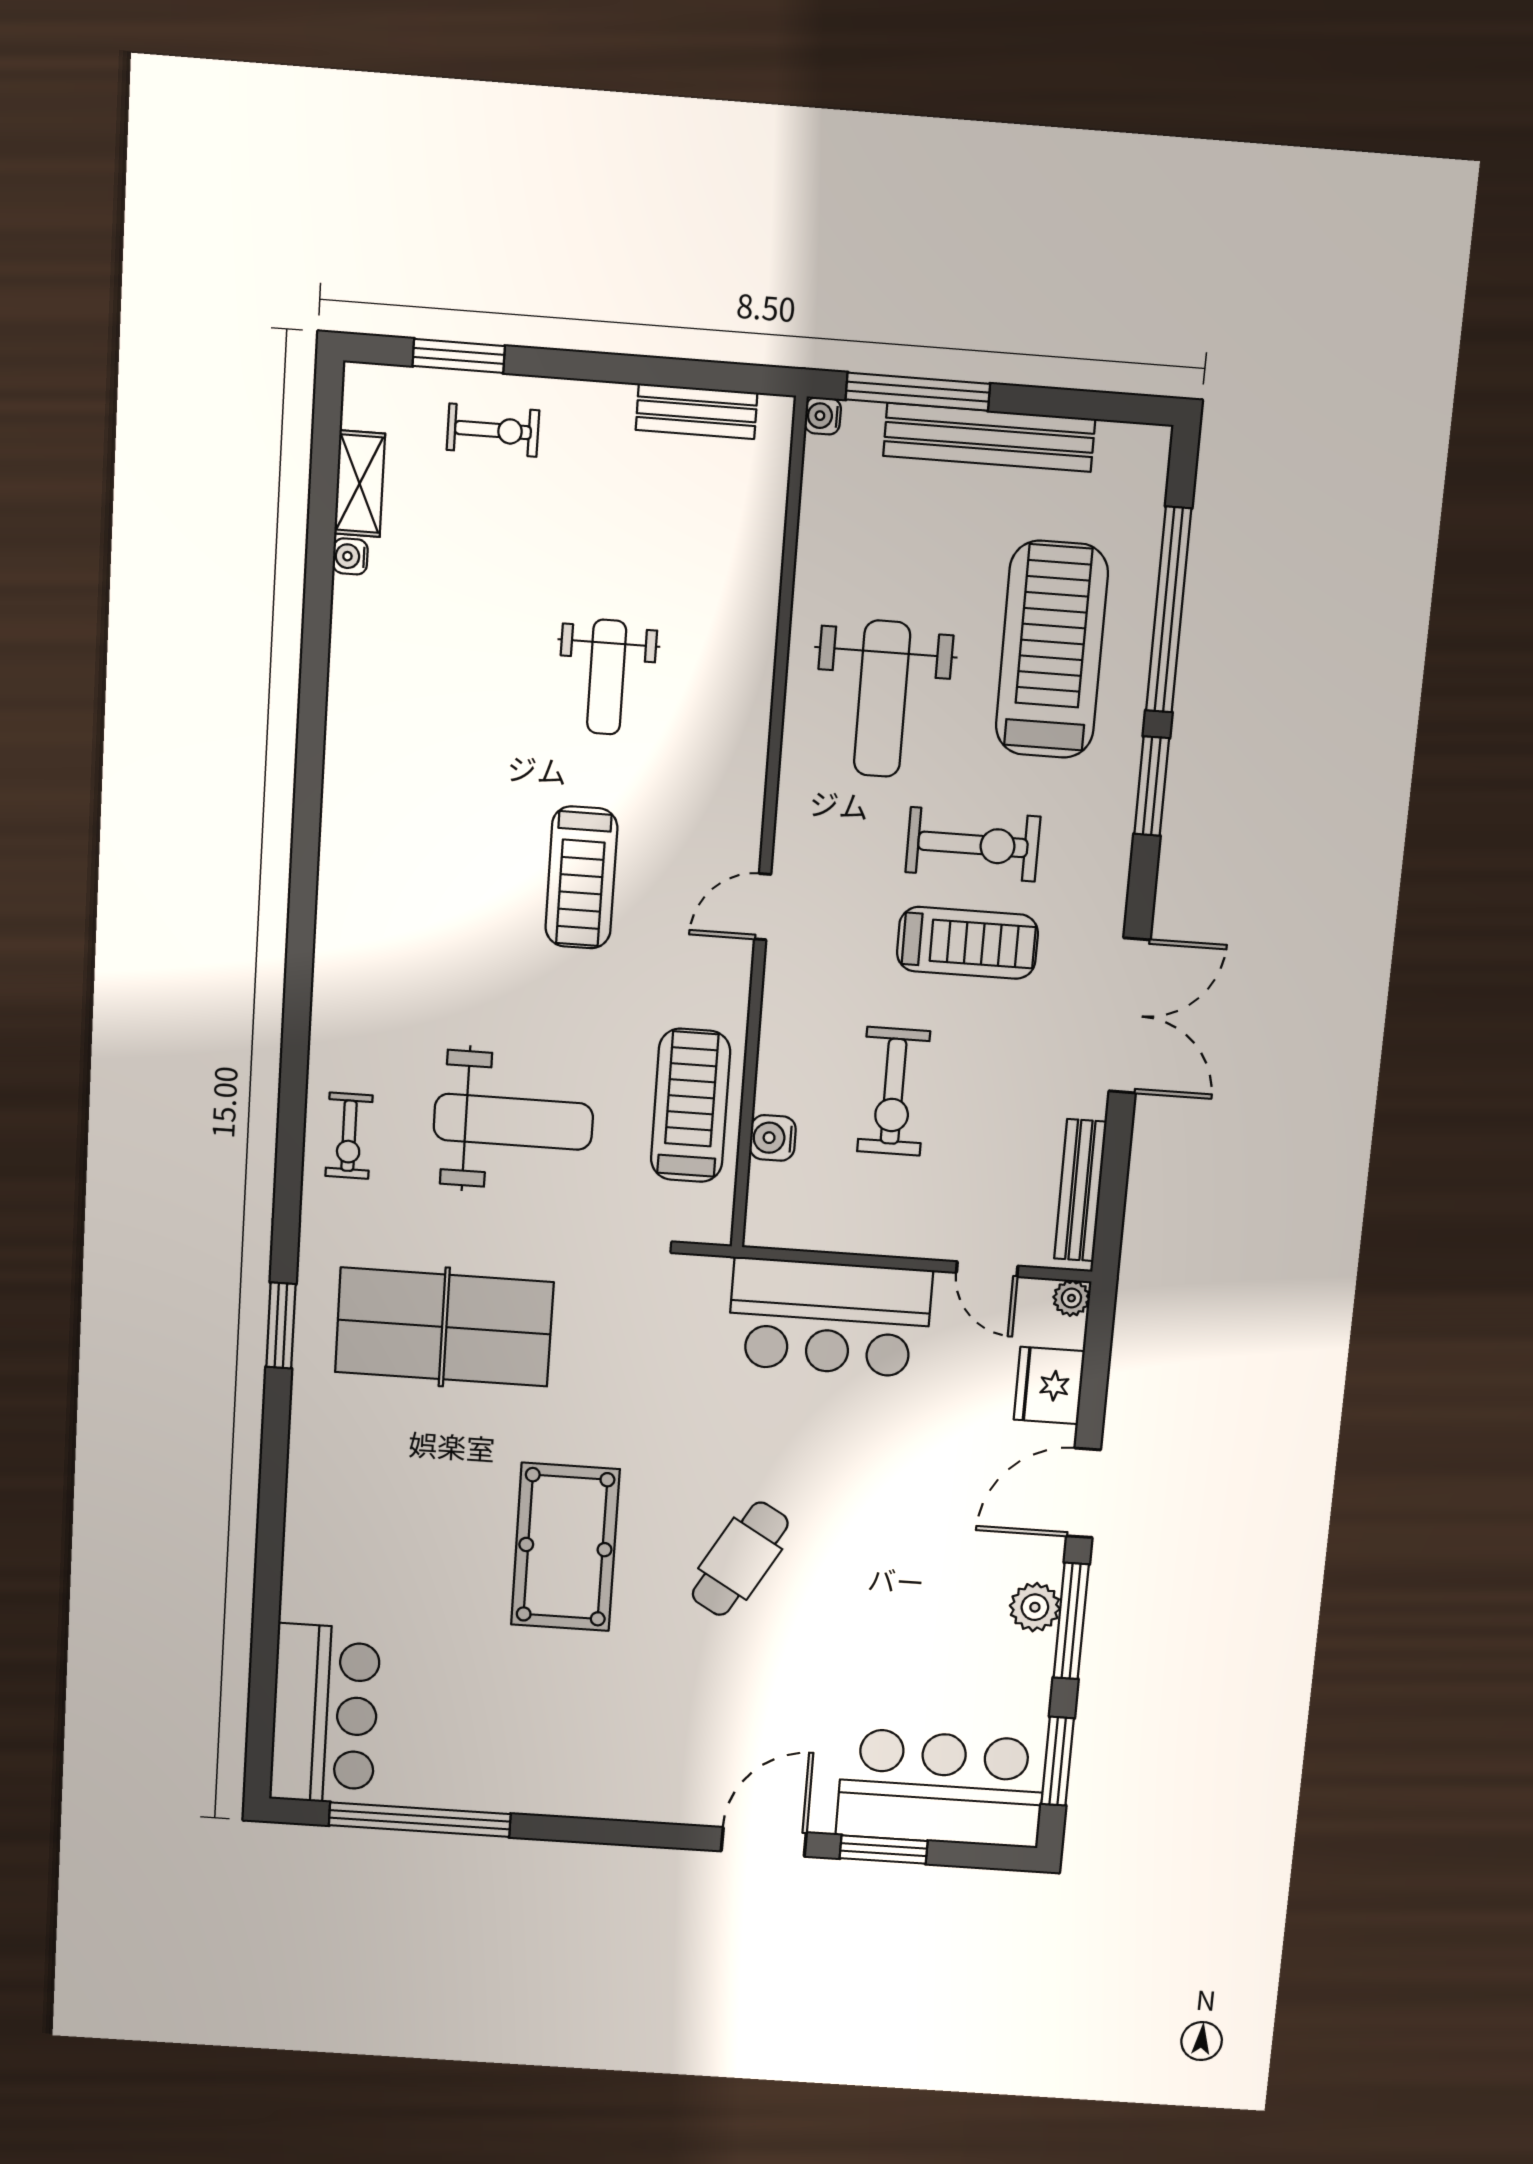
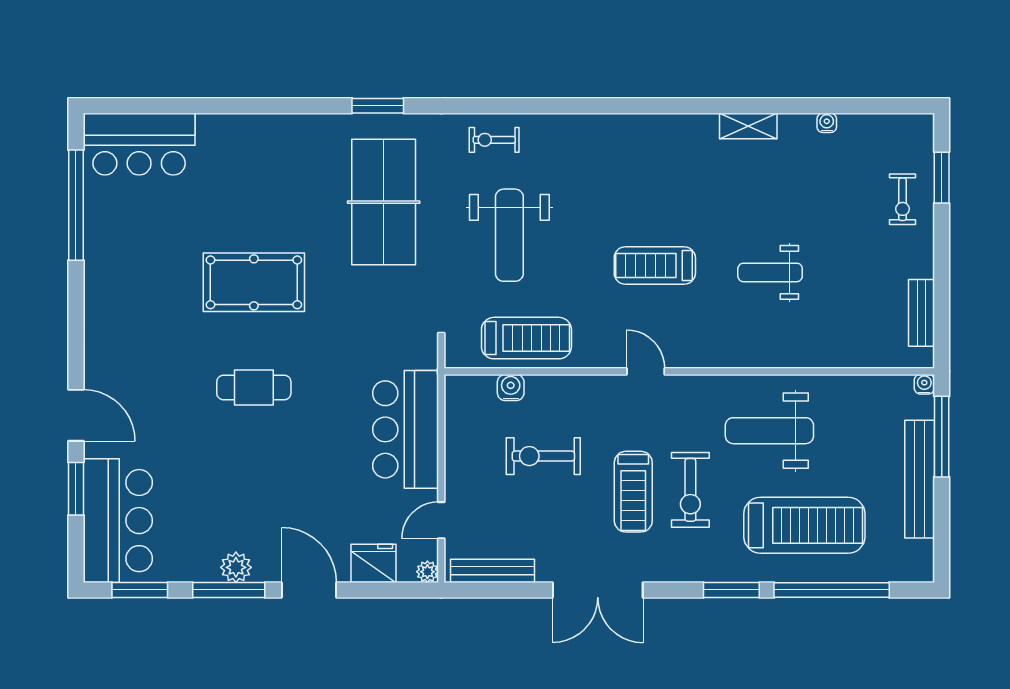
shelving: (360, 484) -> (748, 126), moved
cafe table: (740, 1559) -> (254, 388), turned -30

